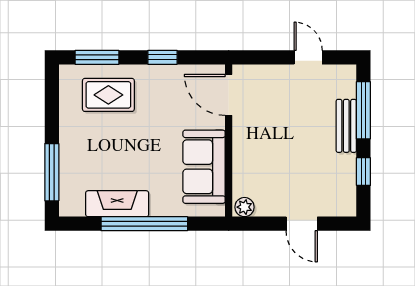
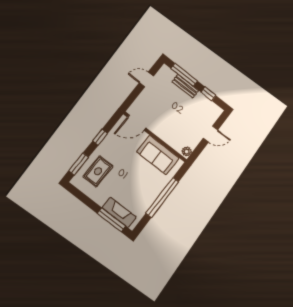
fireplace: (117, 204) -> (119, 212), moved, turned 90

